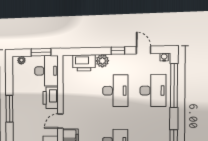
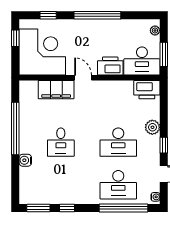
printer: (84, 63) -> (147, 90), moved, turned -90
window: (9, 109) -> (97, 15), width x1.46

